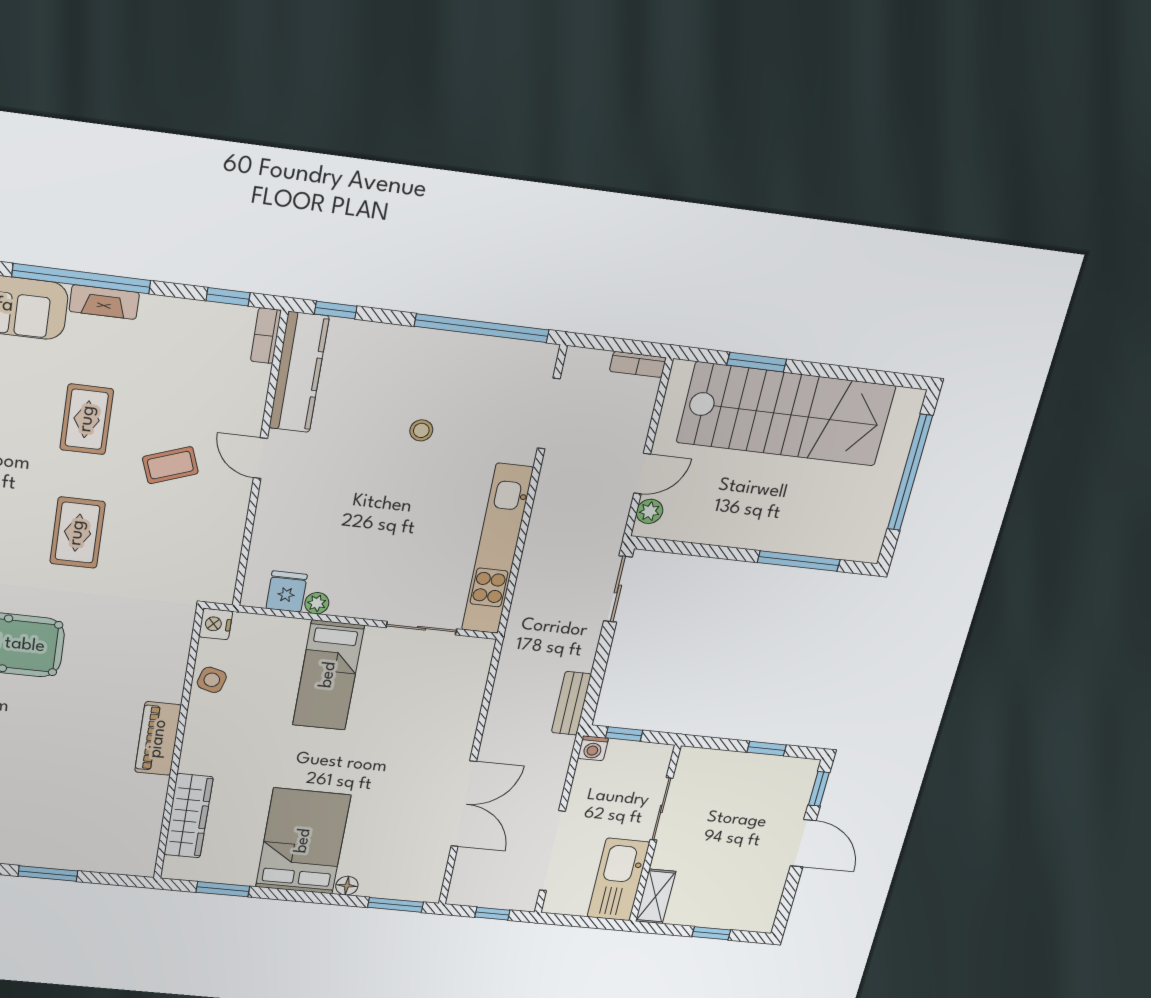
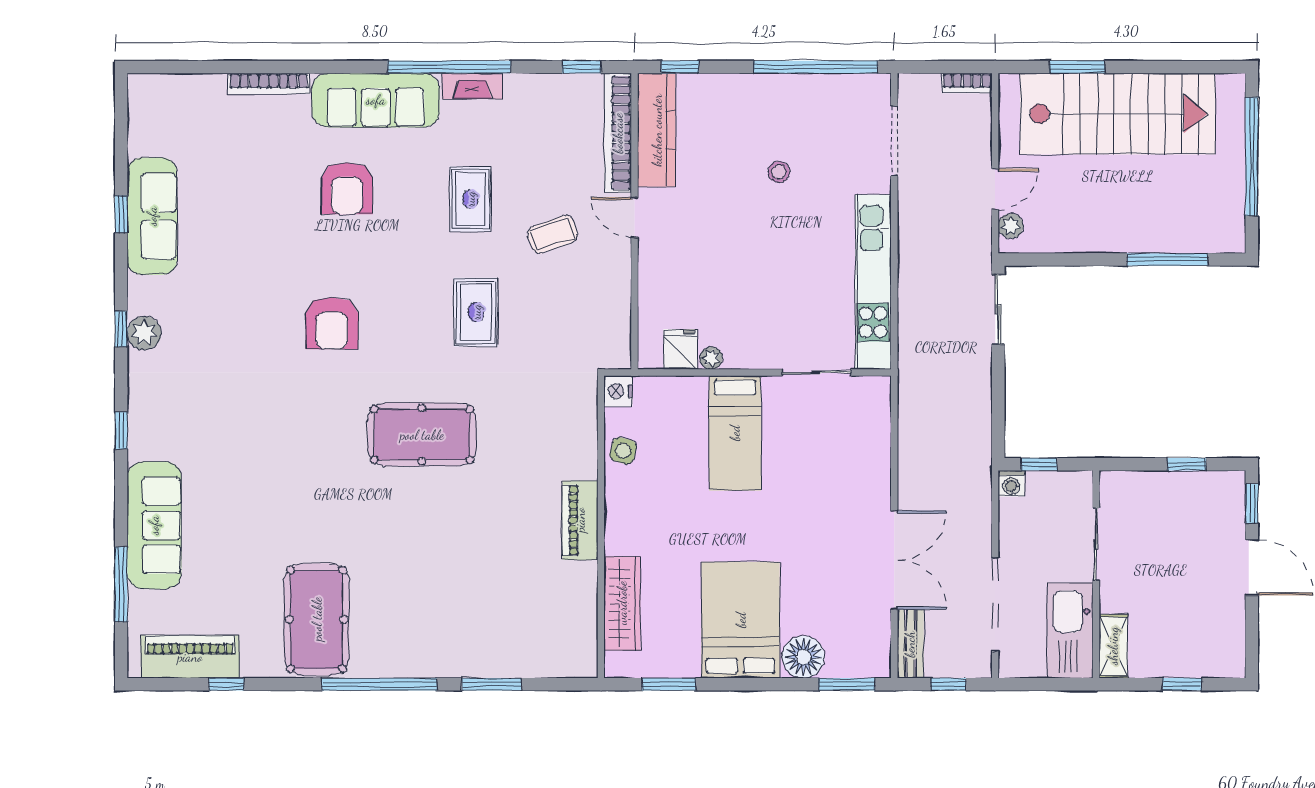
bookcase: (266, 336) -> (618, 133), width x2.31, depth x1.31
bench: (571, 703) -> (910, 644), moved
floor lamp: (347, 886) -> (803, 657), width x1.89, depth x1.89

